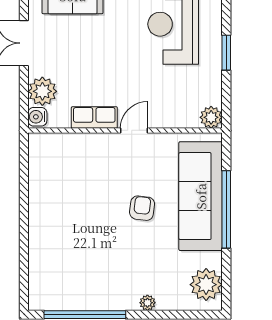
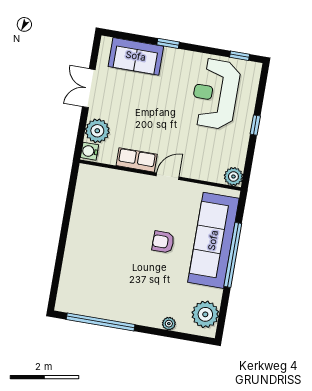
window: (226, 53) -> (255, 125), width x0.67
armchair: (142, 208) -> (163, 242), turned -97
plant: (147, 303) -> (169, 324), moved

